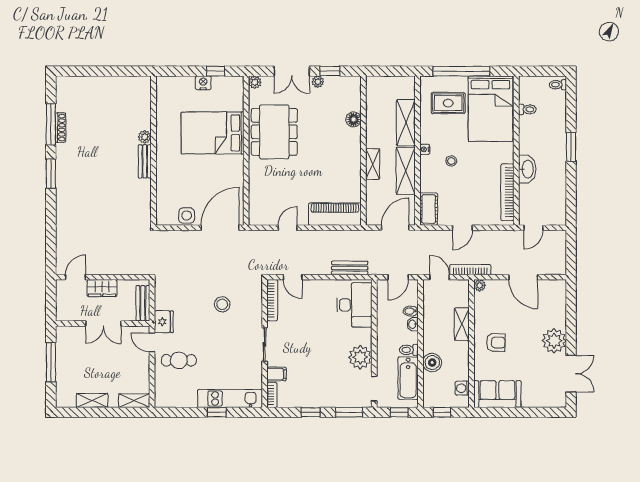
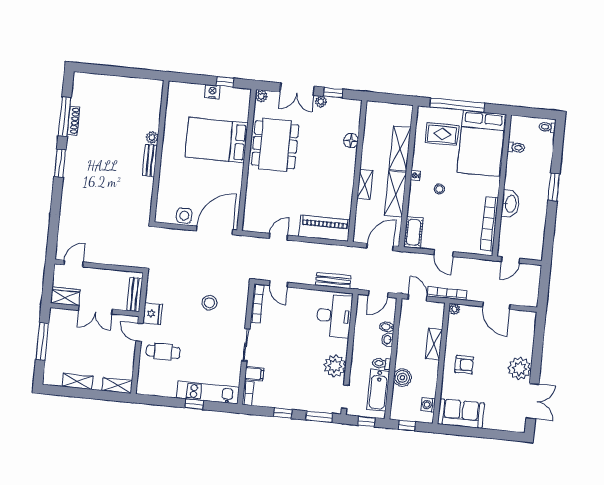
door: (462, 228) -> (444, 253), hinge flipped
wardrobe: (102, 288) -> (65, 296), moved, turned 180

